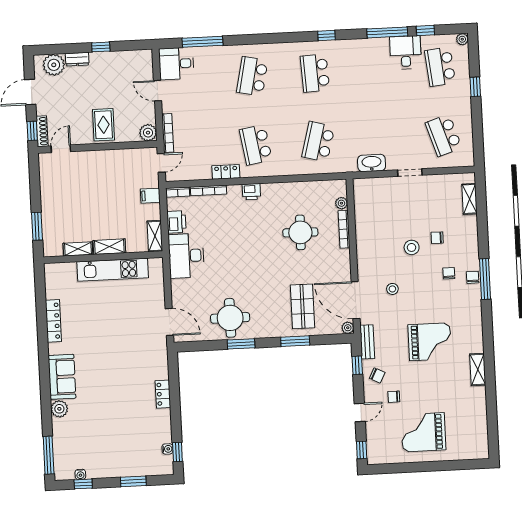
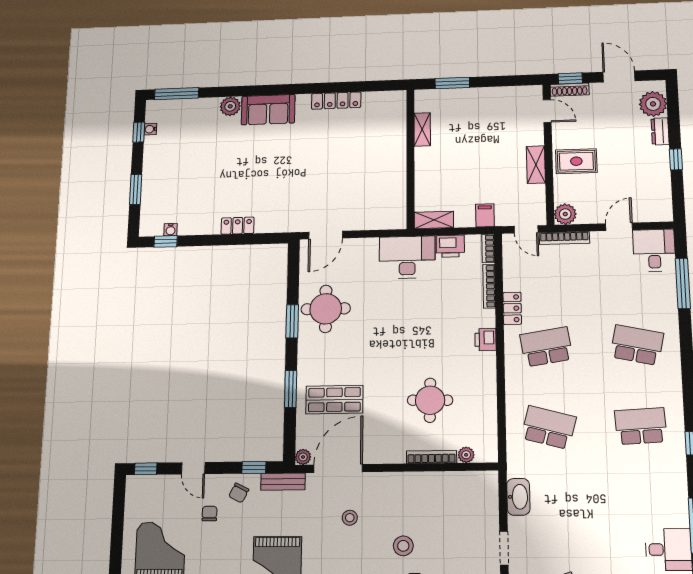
shelving: (109, 247) -> (536, 165), moved
kitchen unit: (113, 270) -> (394, 169), removed

